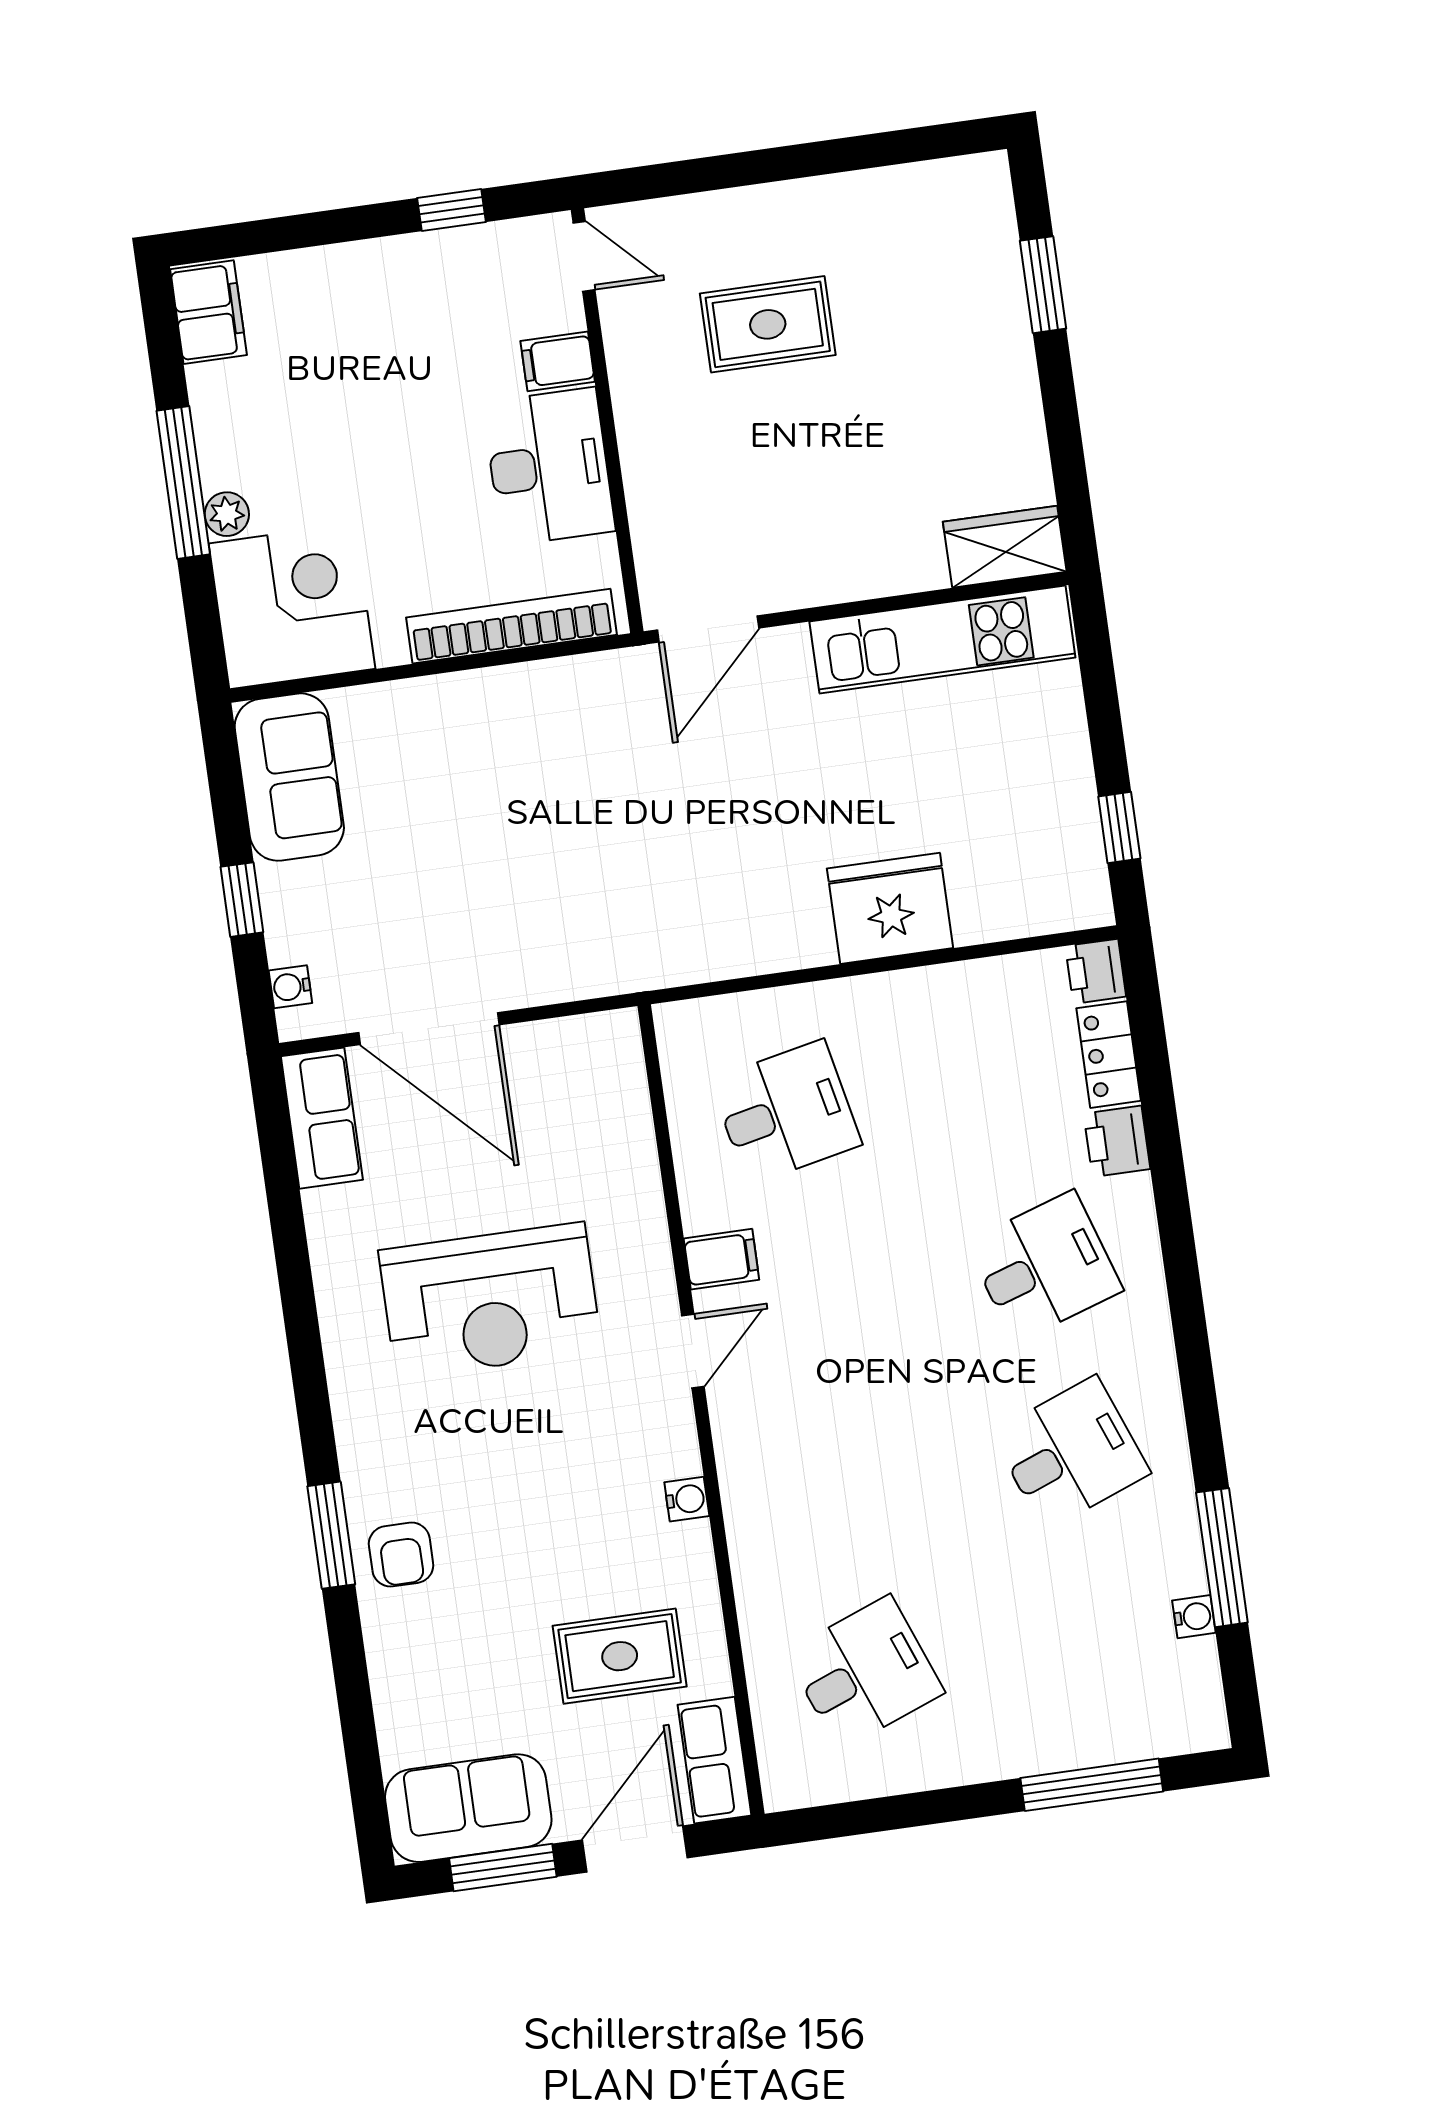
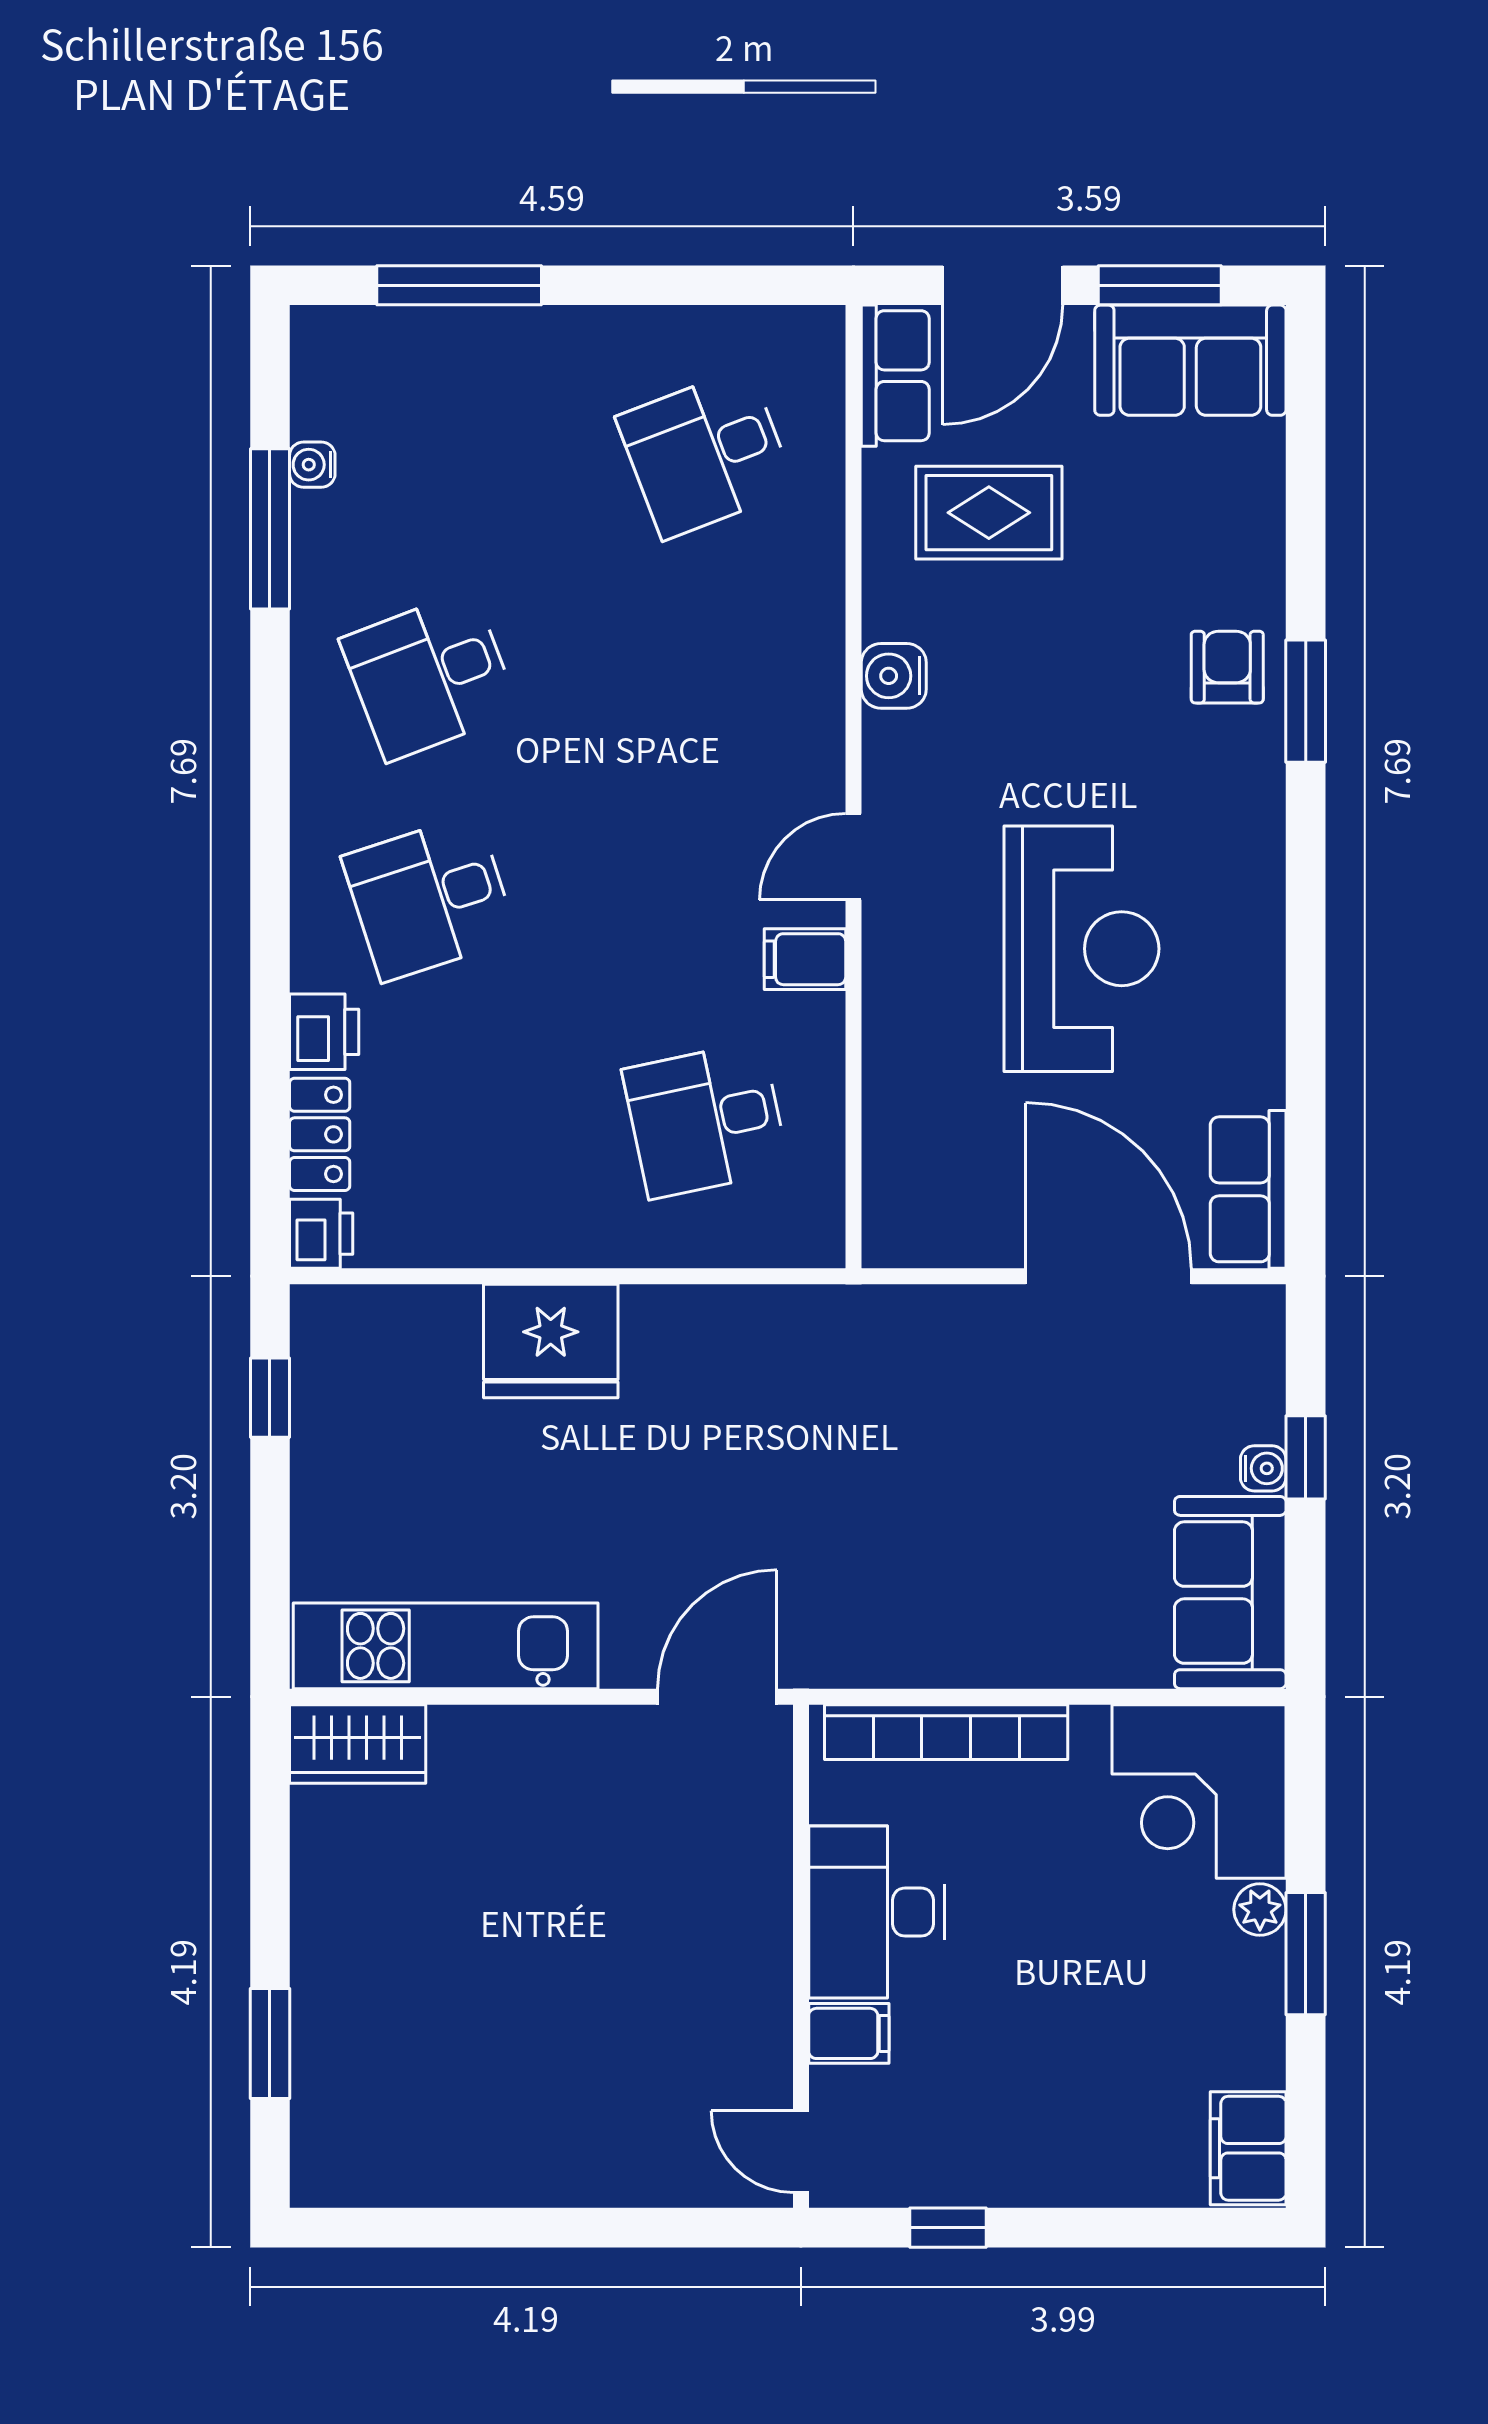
rug: (768, 324) -> (598, 2042), removed
window: (183, 482) -> (1306, 1954), width x0.69
water cooler: (290, 987) -> (1263, 1468), moved
reception desk: (490, 1301) -> (1081, 949), turned 90
water cooler: (687, 1499) -> (894, 676), width x1.38, depth x1.38

